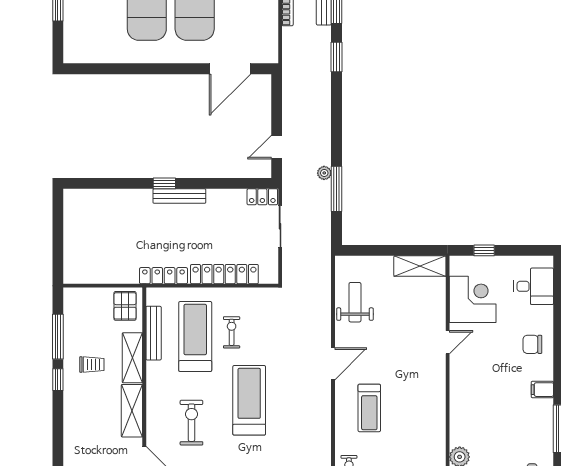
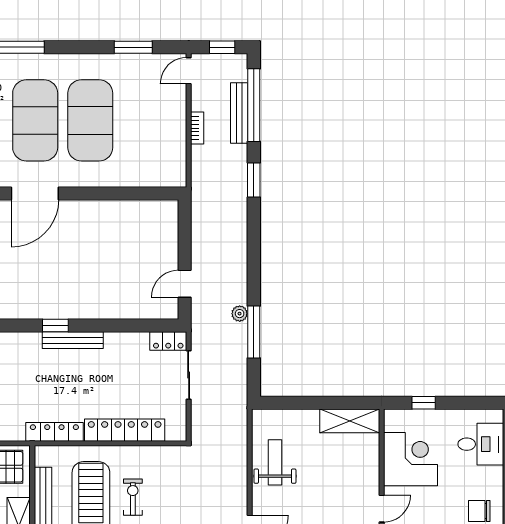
door: (230, 69) -> (35, 194), moved

